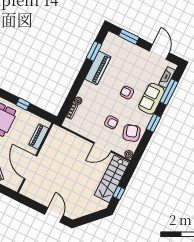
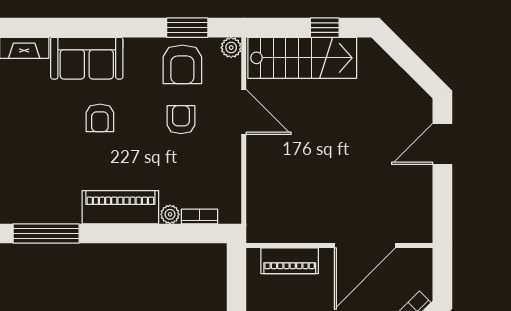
window: (94, 51) -> (46, 233), width x1.44
piano: (98, 68) -> (120, 207), moved
window: (169, 92) -> (53, 28), removed
window: (154, 123) -> (187, 28), moved
armchair: (132, 133) -> (182, 64), turned -74

